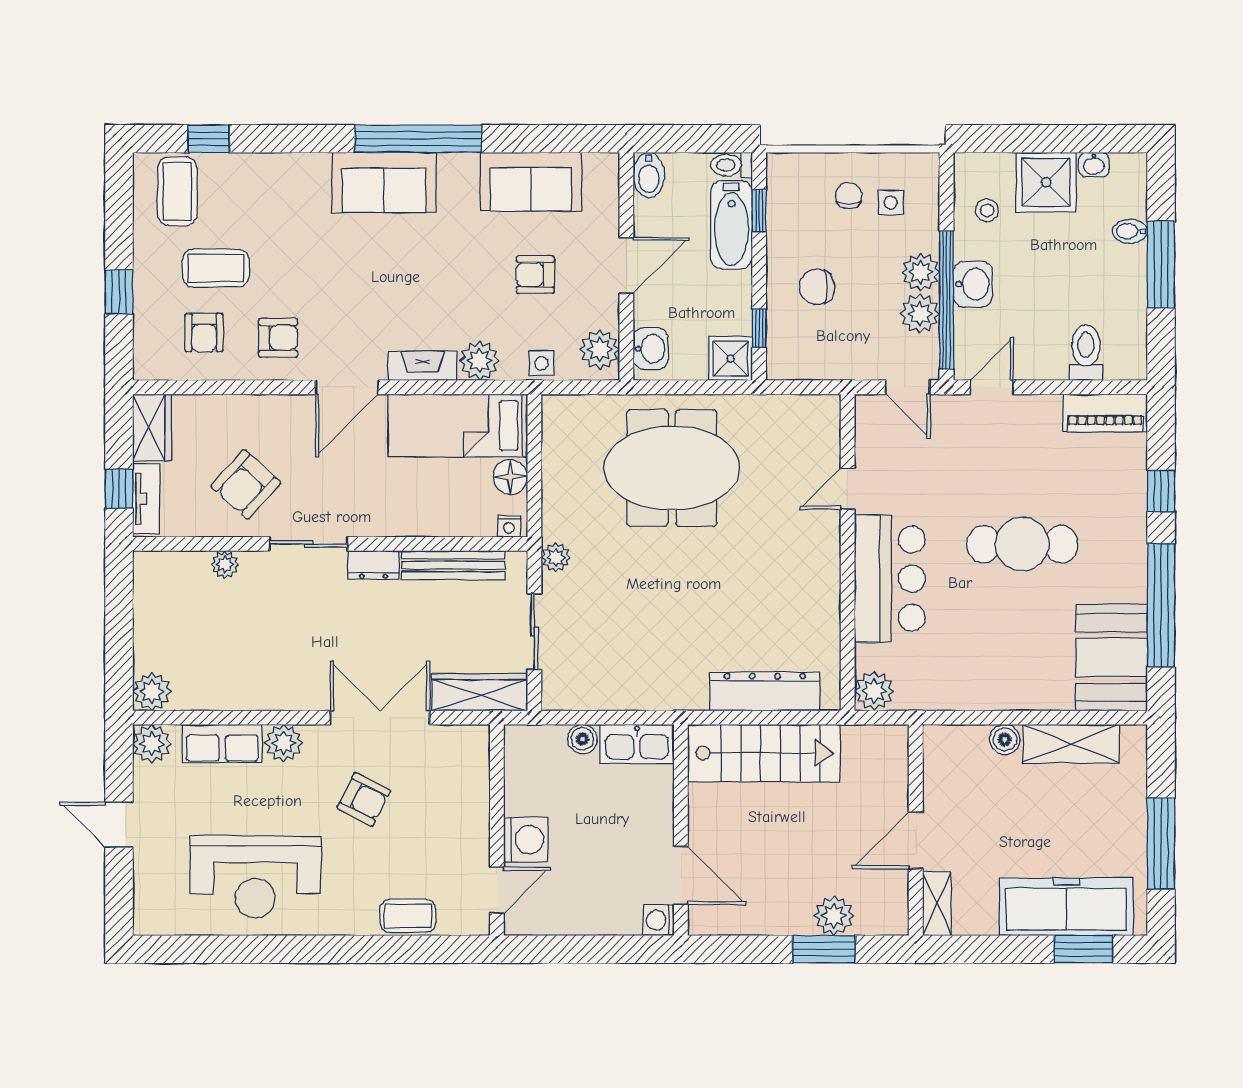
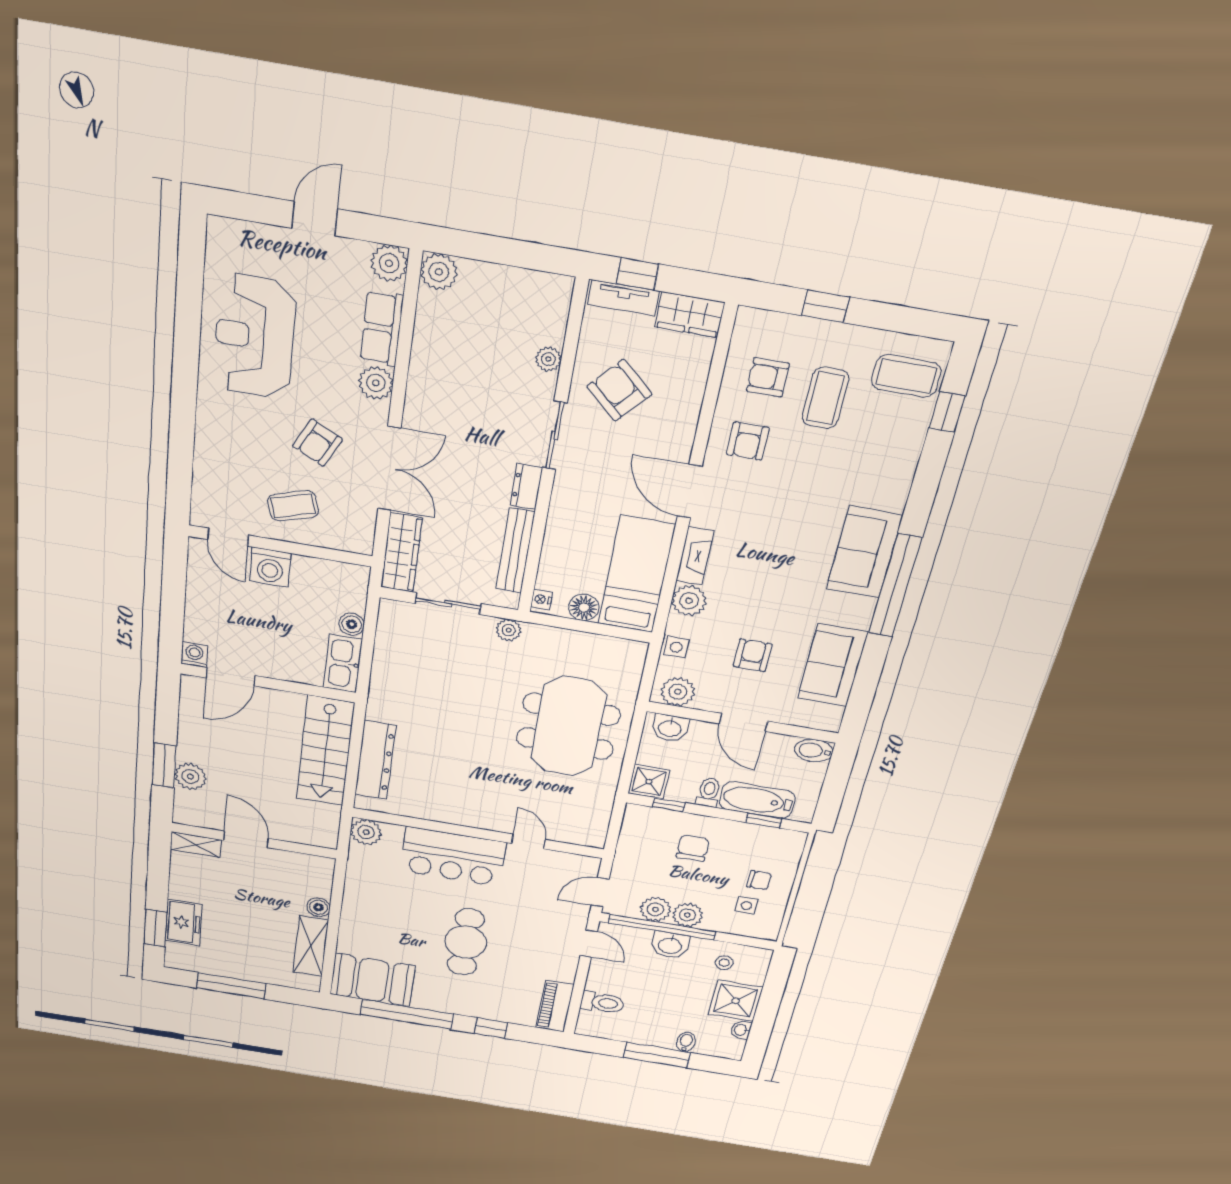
toilet: (732, 165) -> (709, 792), moved
freezer: (1066, 907) -> (183, 922), width x0.52, depth x0.79
coffee table: (408, 916) -> (293, 506), moved, turned 73

